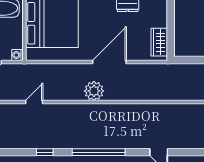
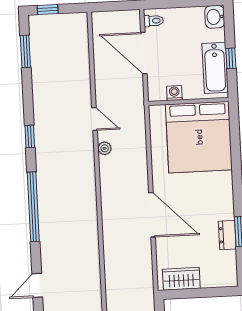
washing machine: (17, 55) -> (174, 93), moved
plant: (94, 91) -> (105, 148), moved, width x0.53, depth x0.53

